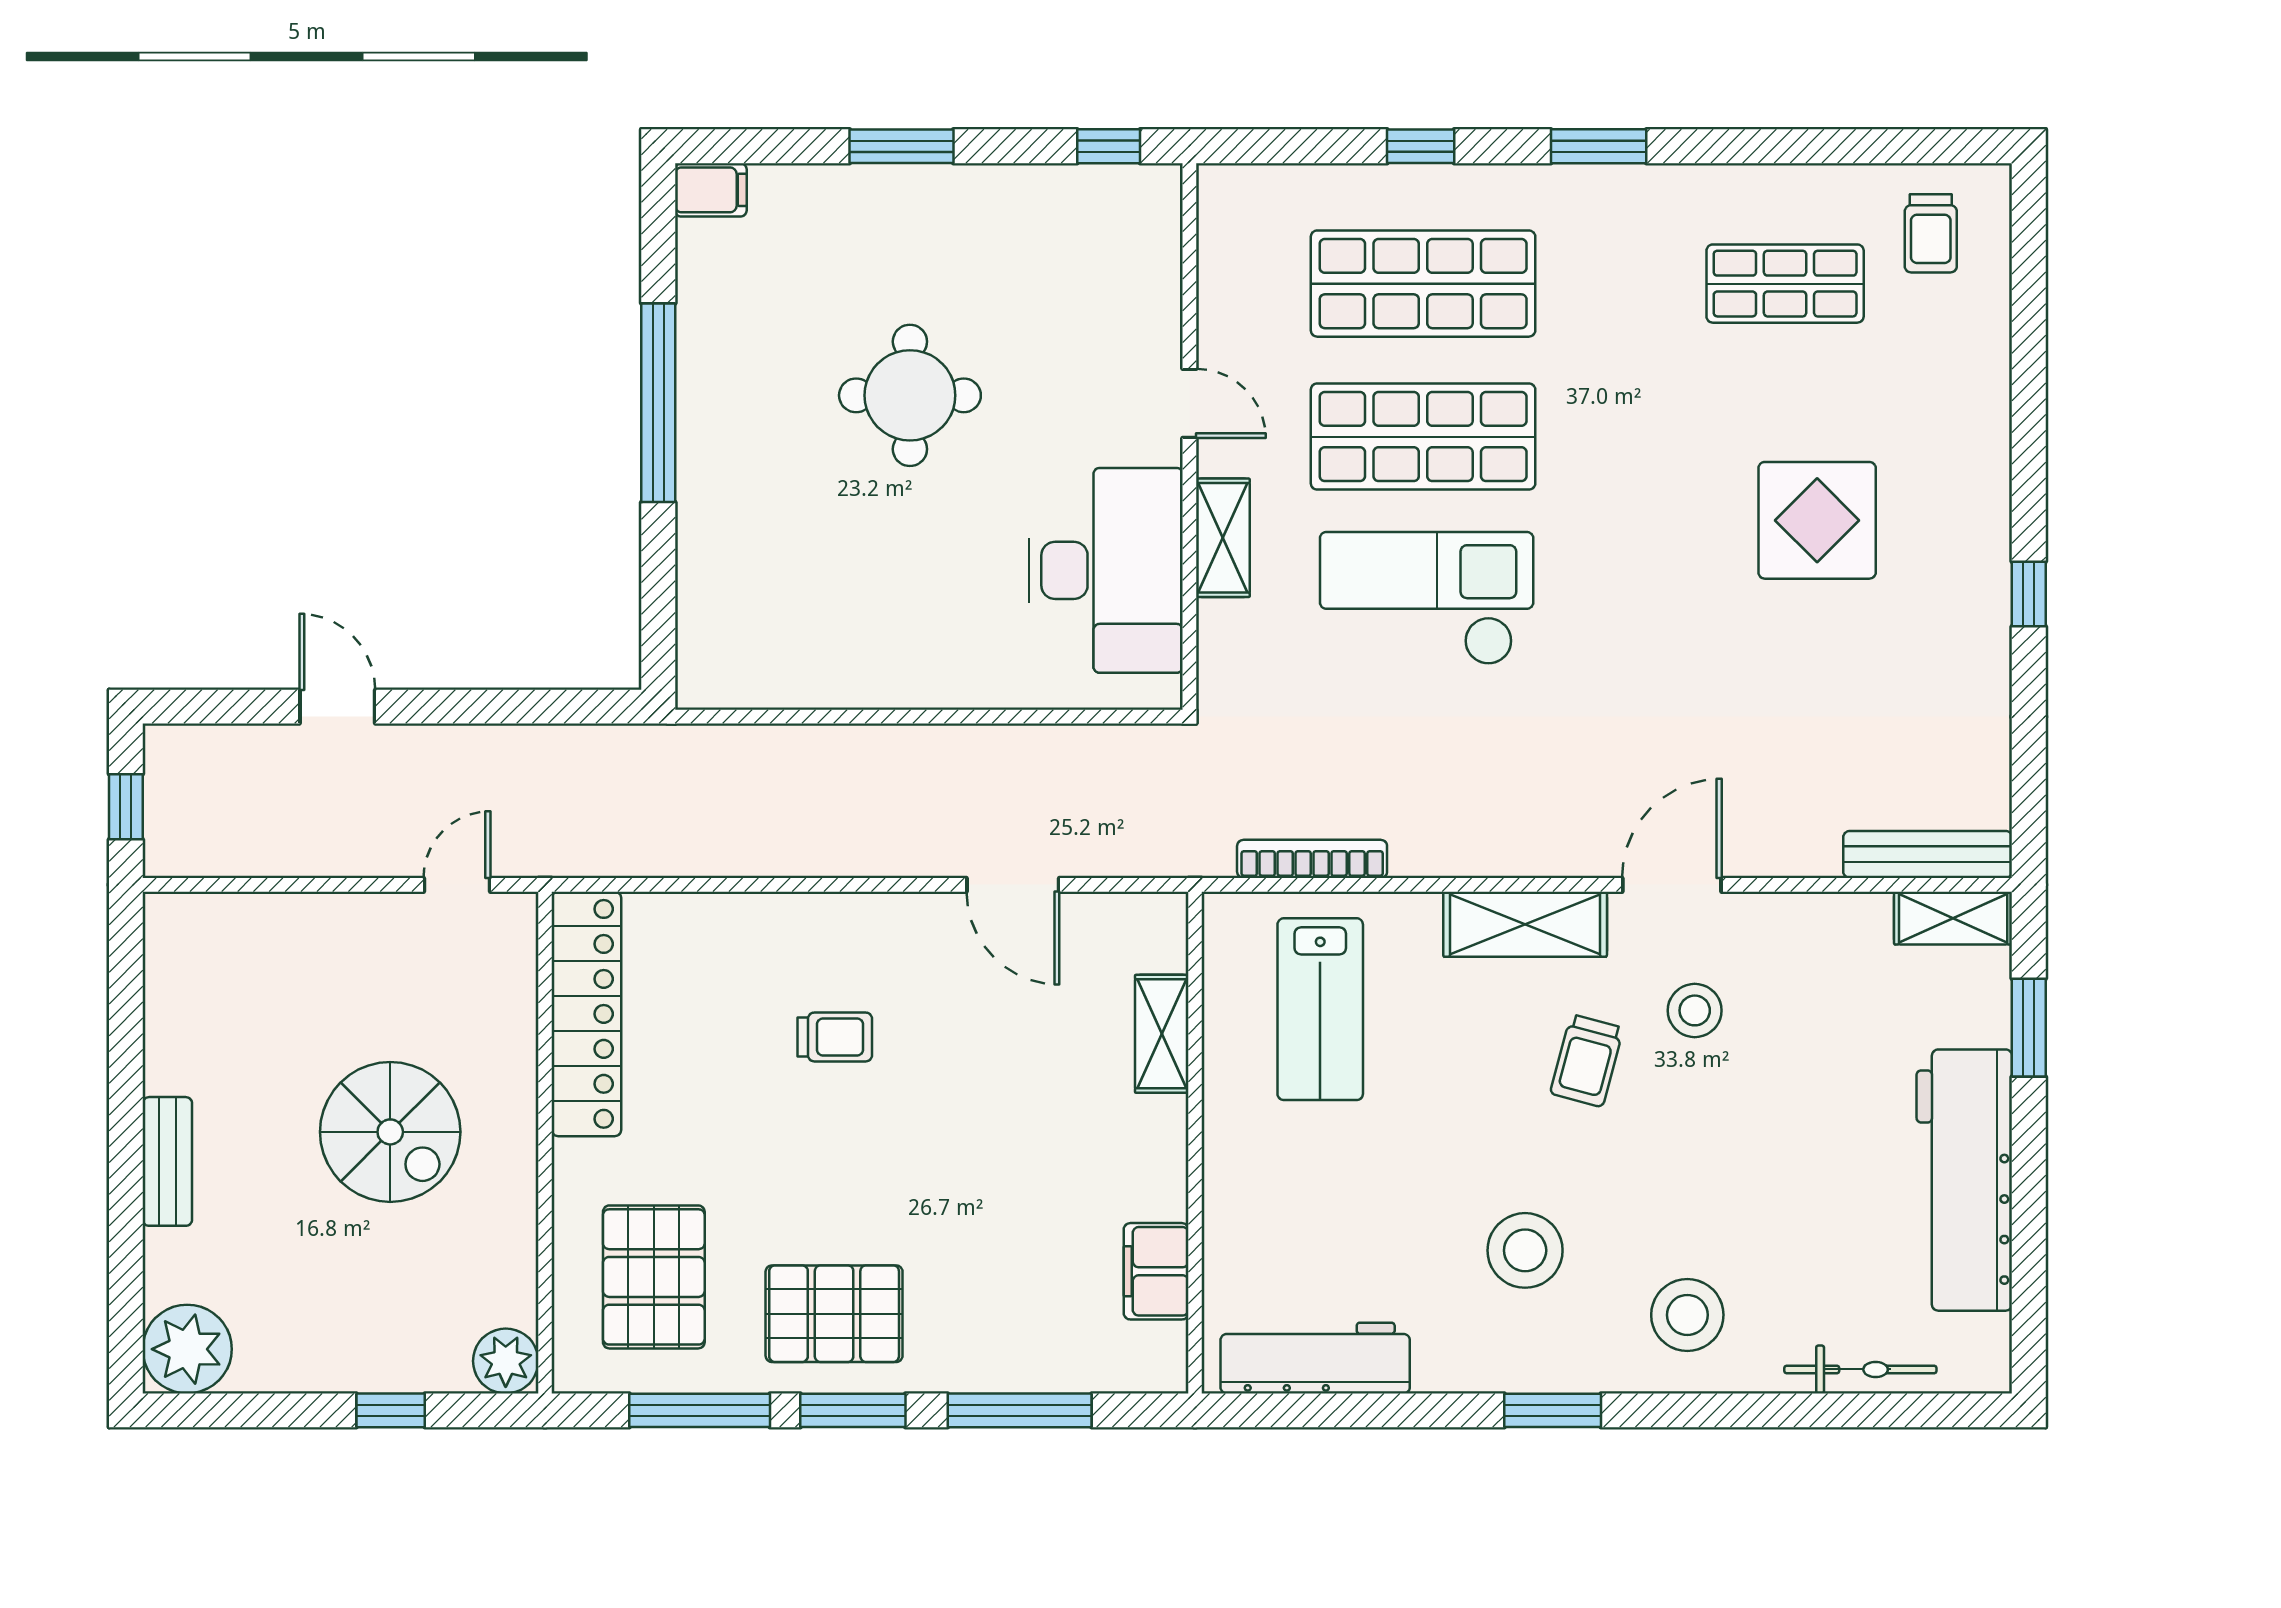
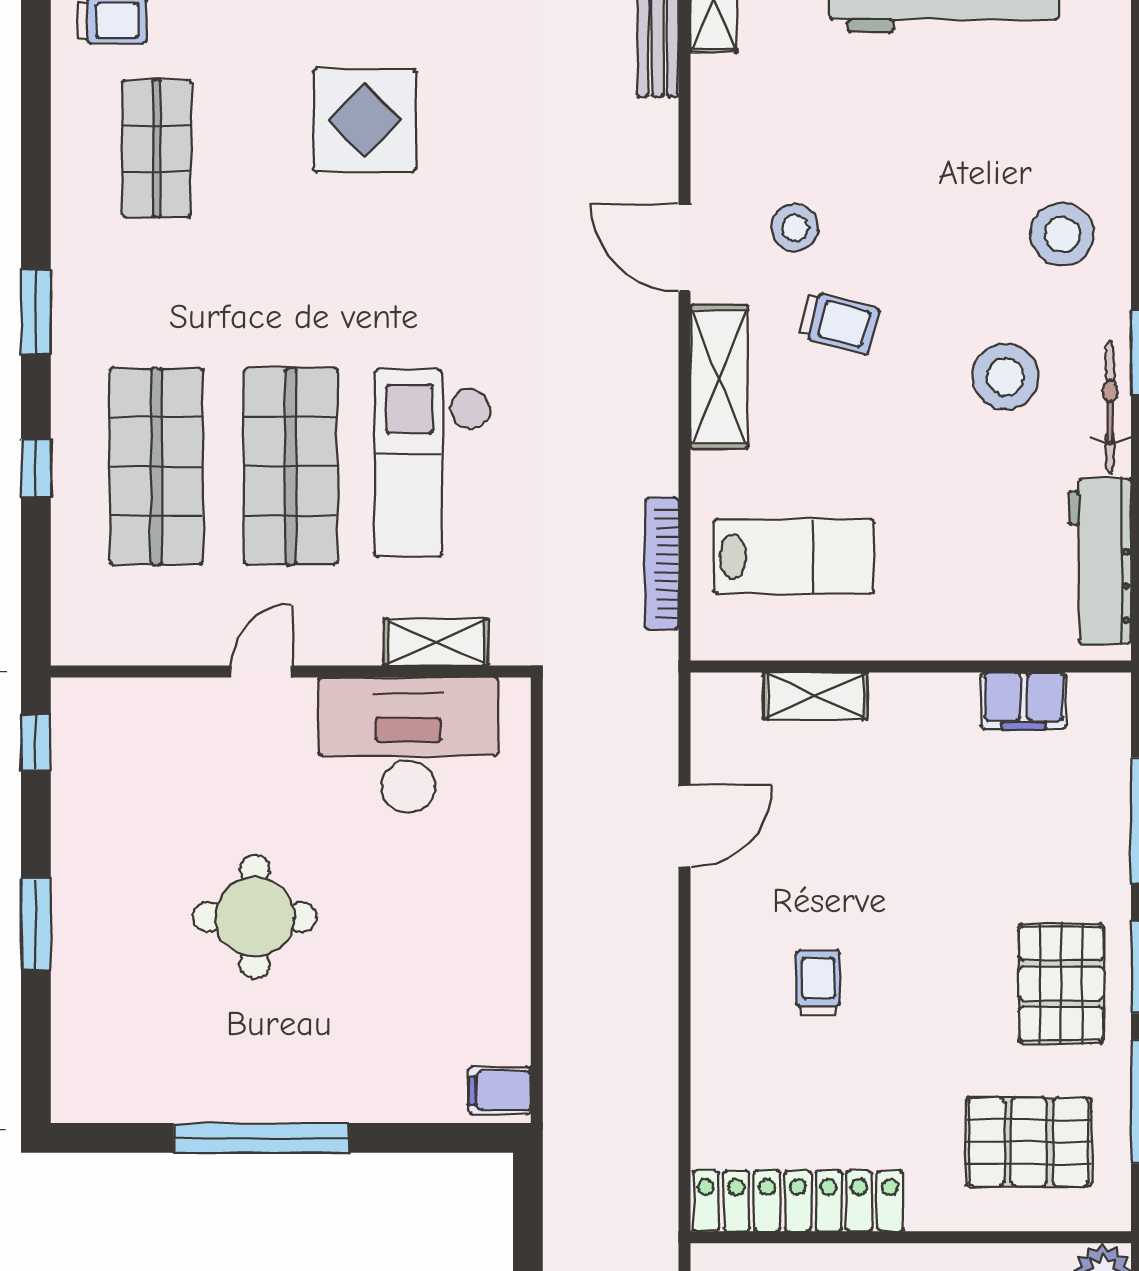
filing cabinet: (711, 190) -> (500, 1091), moved, turned -90
shelving: (1223, 538) -> (436, 642), moved
bicycle: (1860, 1369) -> (1110, 407), moved

